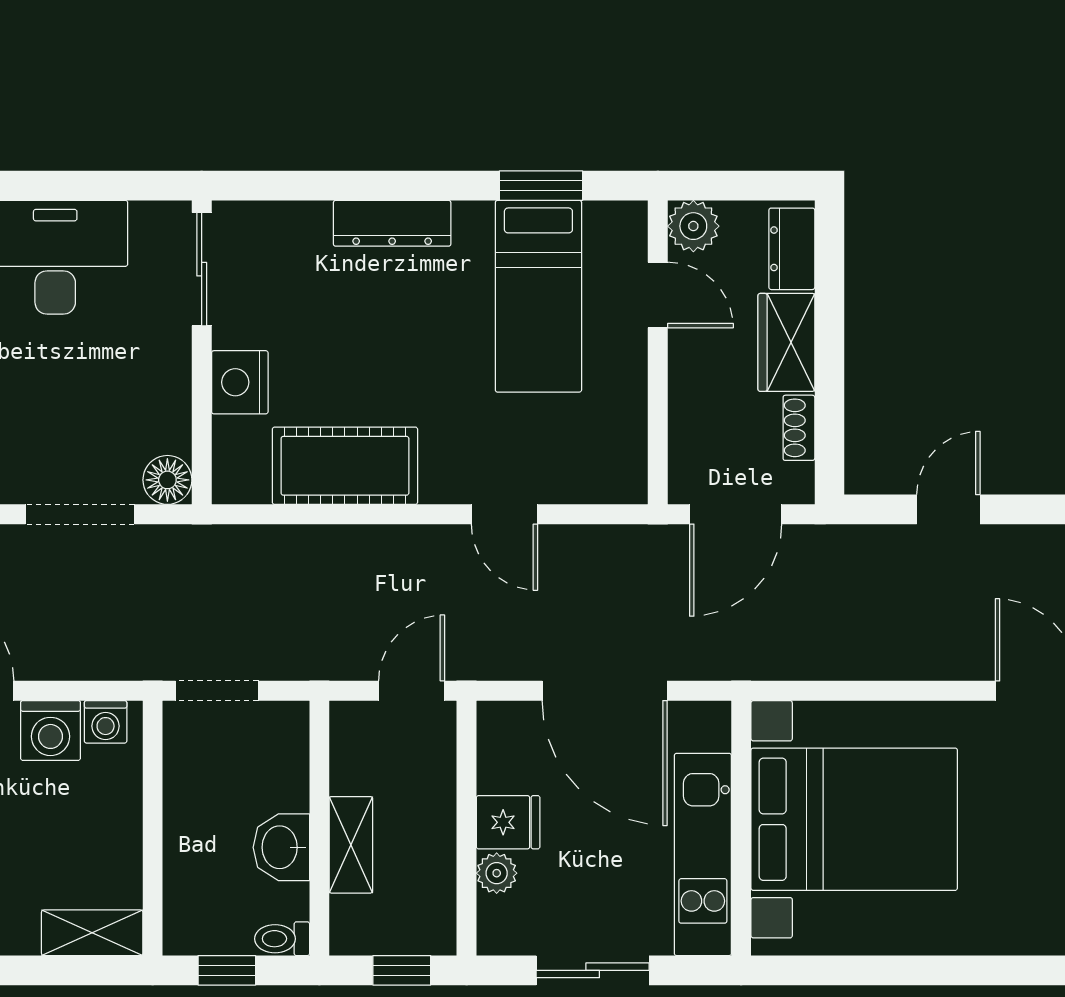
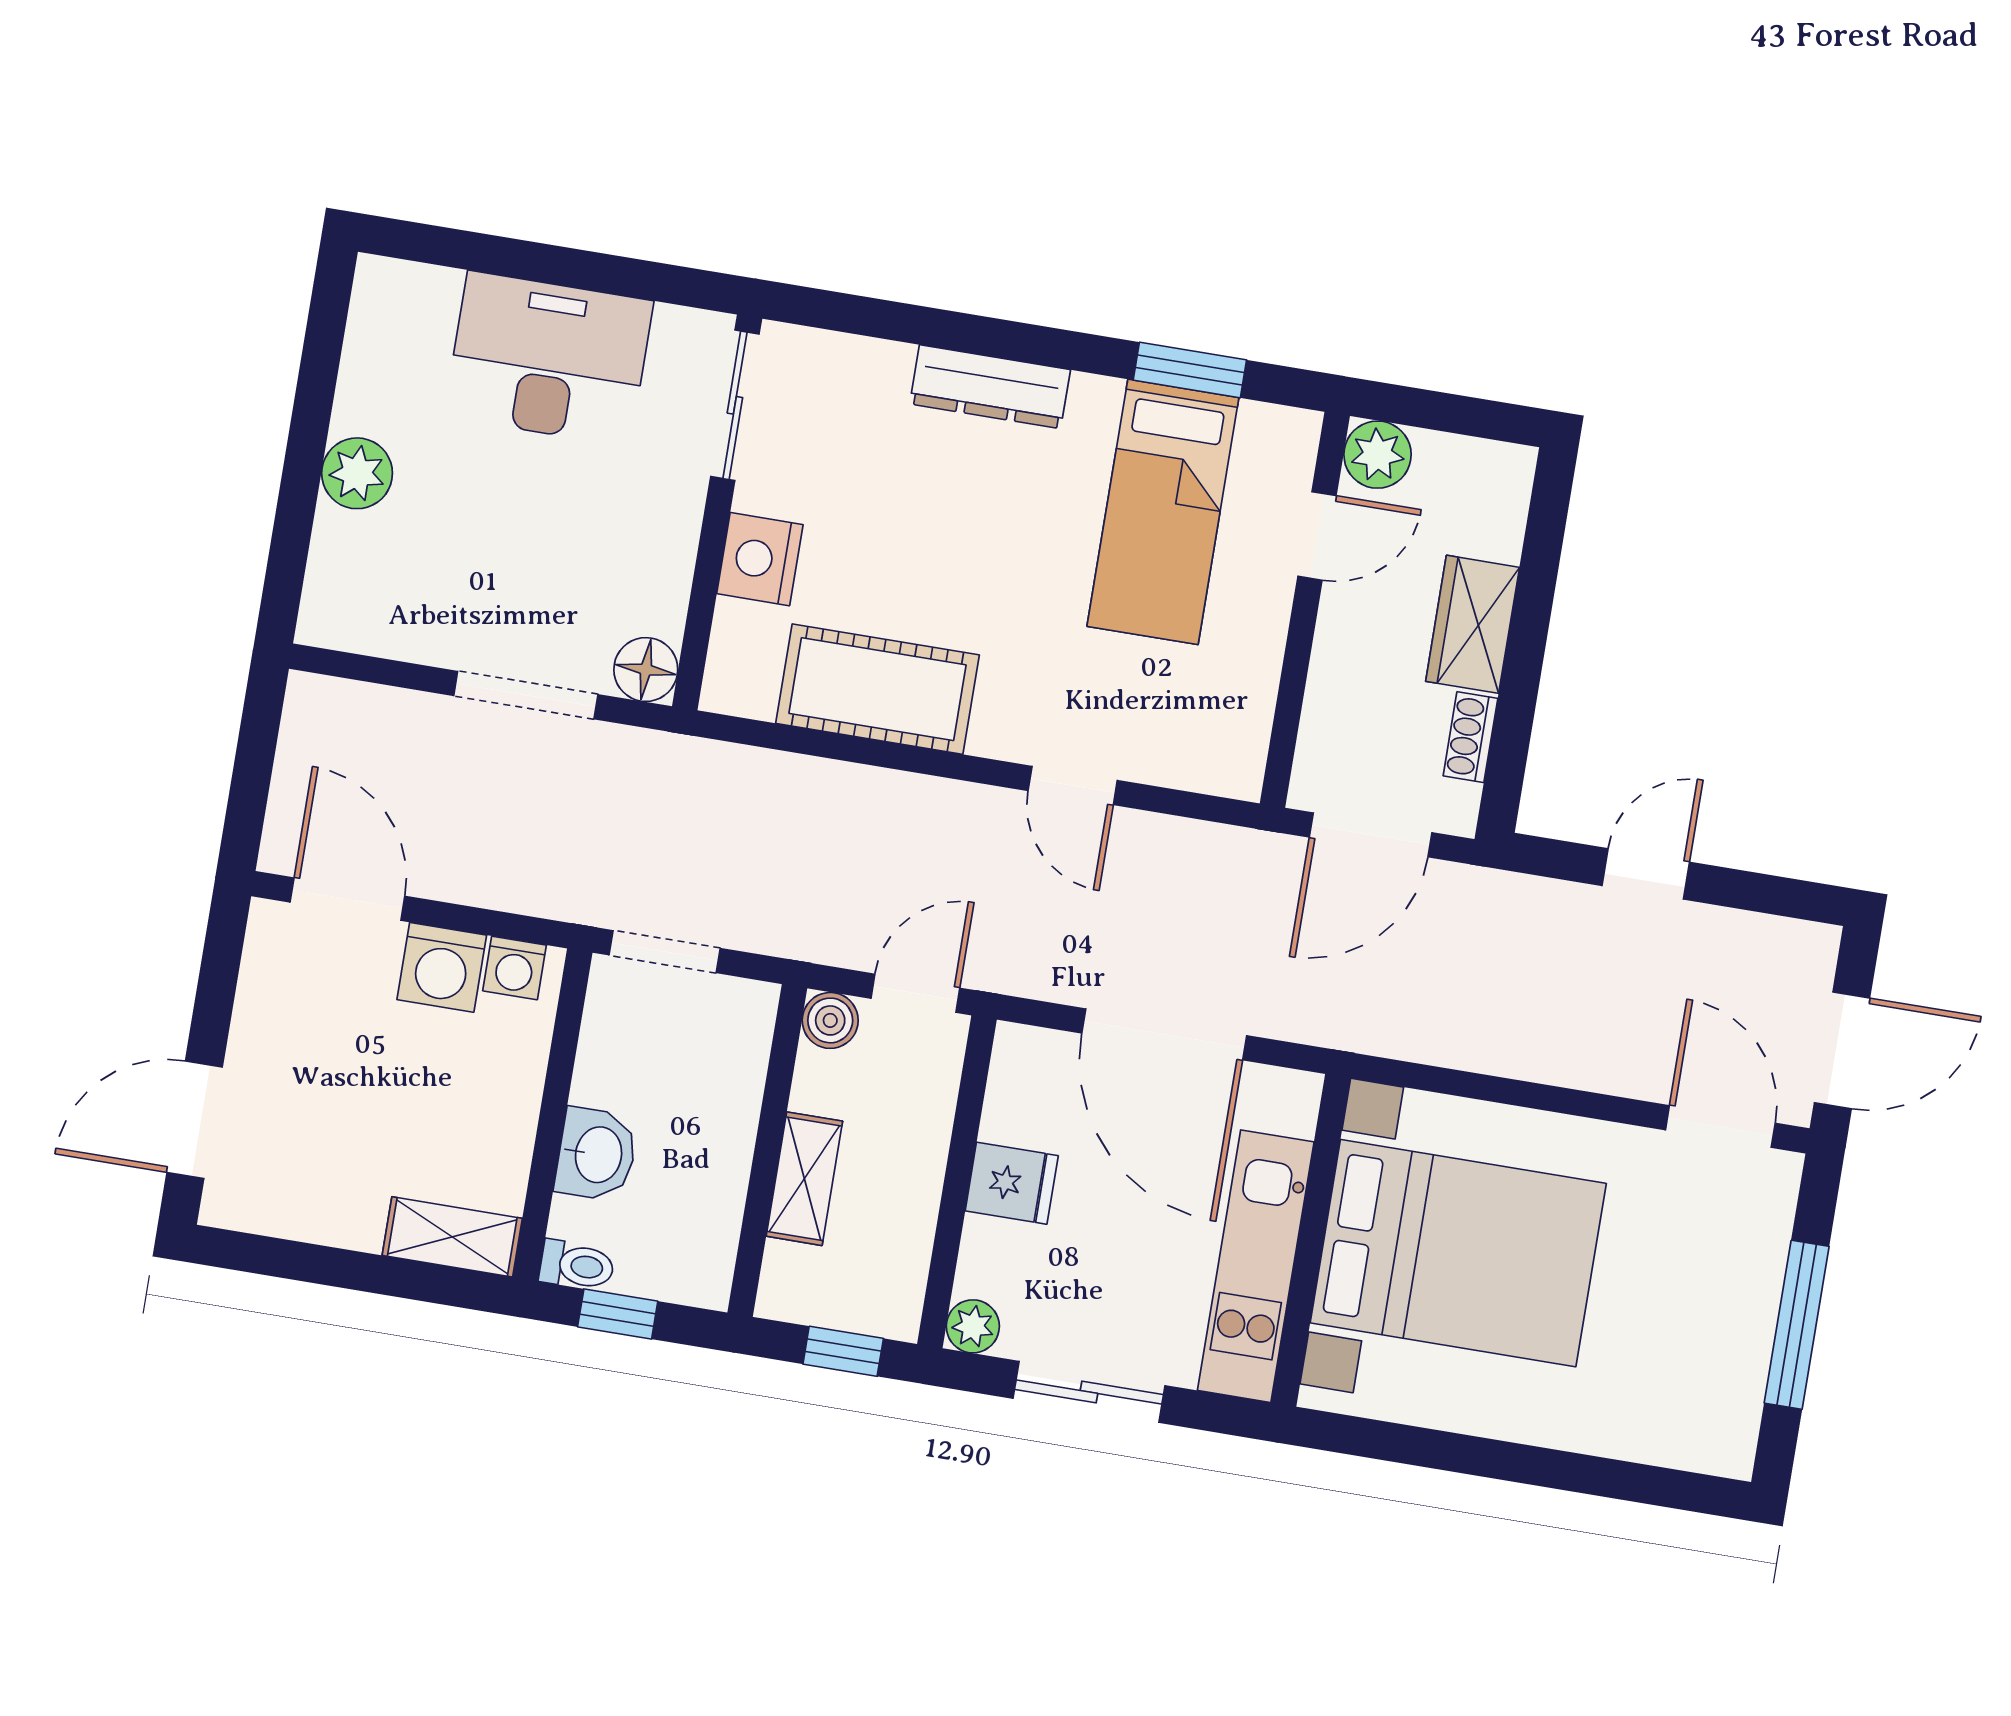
dresser: (792, 249) -> (1500, 505), removed
door: (658, 295) -> (1317, 536), hinge flipped
boiler: (351, 722) -> (830, 1020), added
washbasin: (281, 847) -> (596, 1154), moved, turned 180
plant: (497, 873) -> (973, 1326), moved
toilet: (282, 939) -> (577, 1265), moved, turned 180

